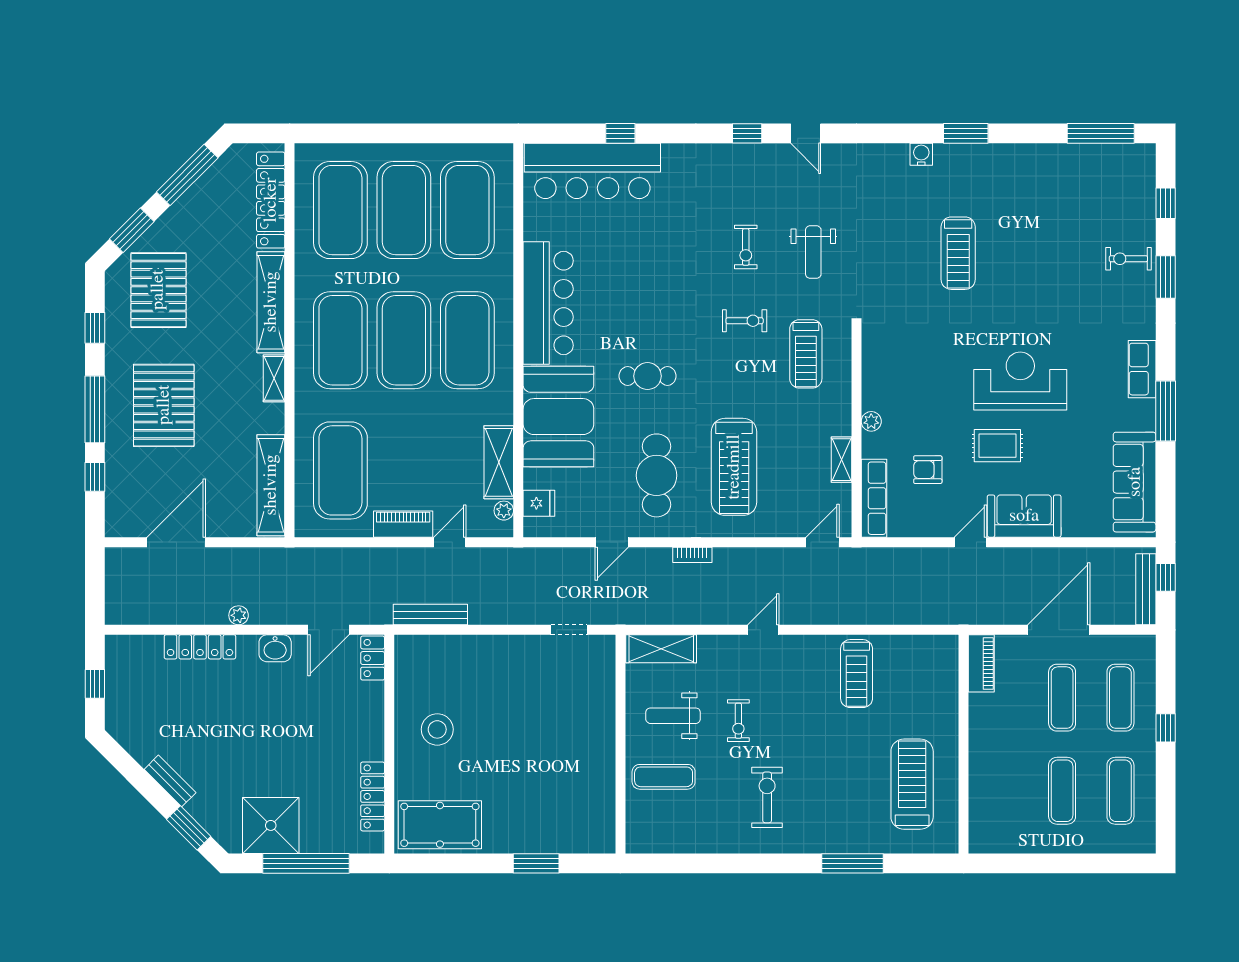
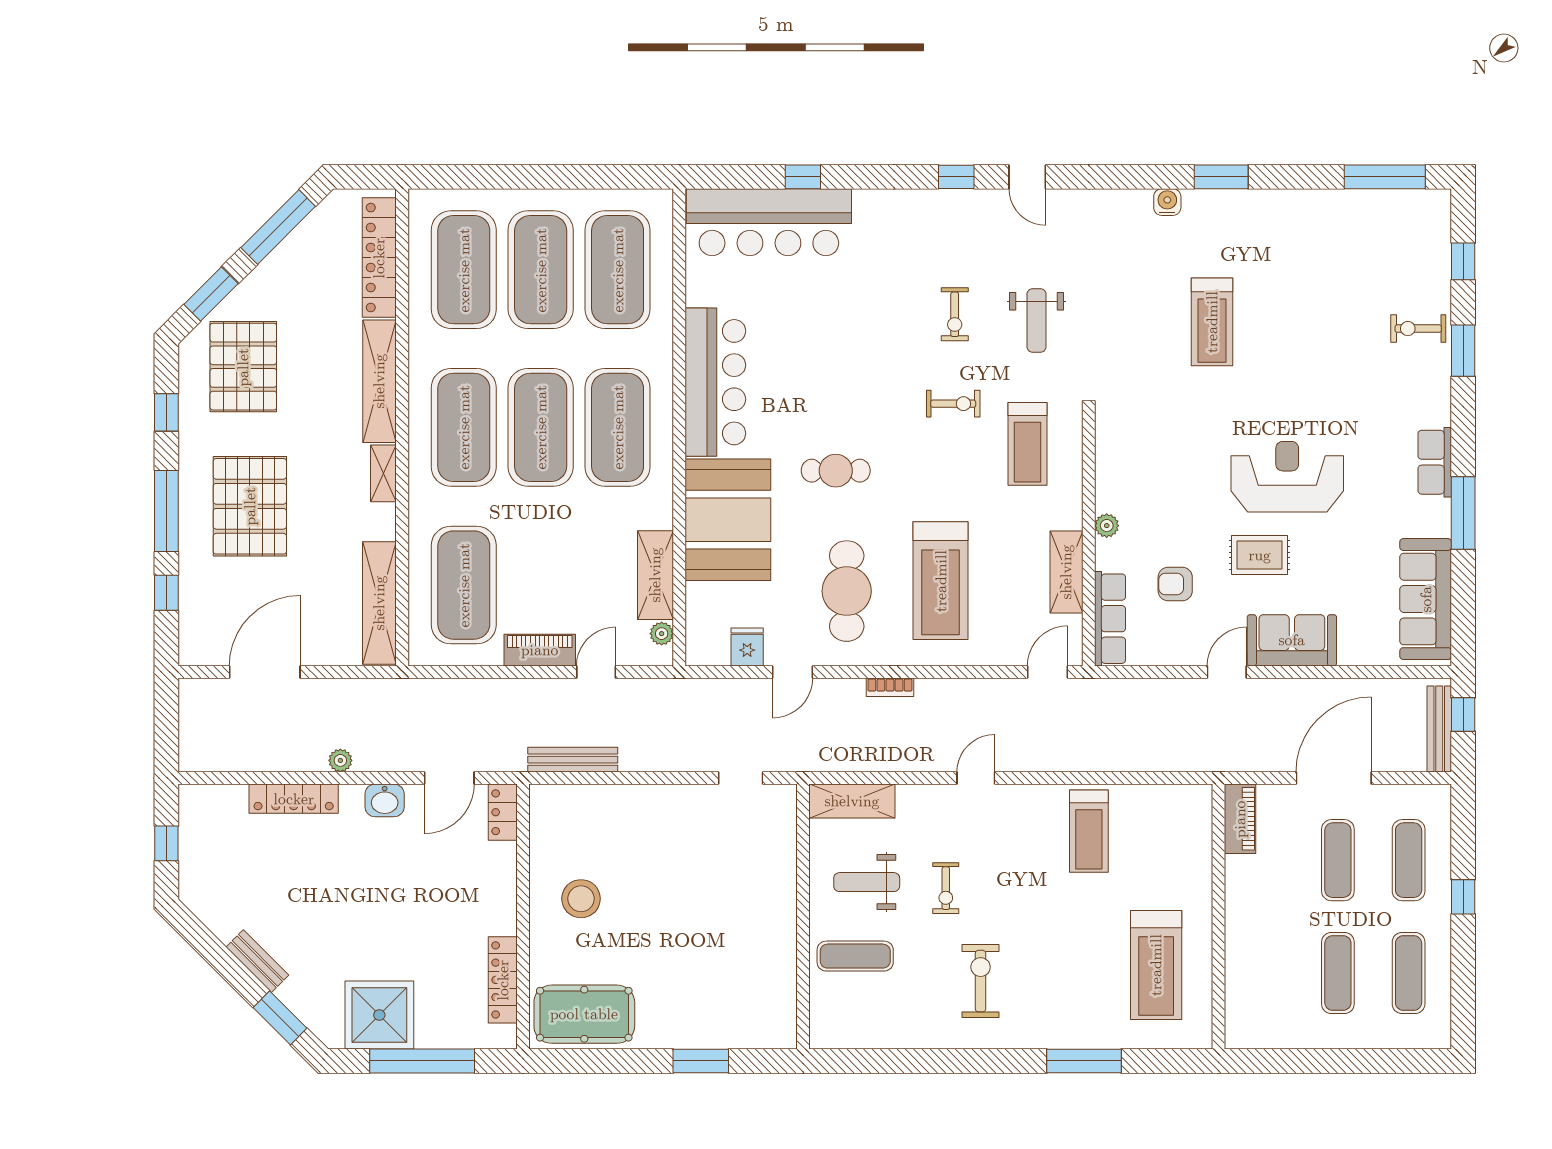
shelving: (841, 460) -> (1066, 572), width x1.50, depth x1.33
fridge: (539, 503) -> (747, 647), moved, turned -90
treadmill: (912, 784) -> (1156, 965), turned 180

